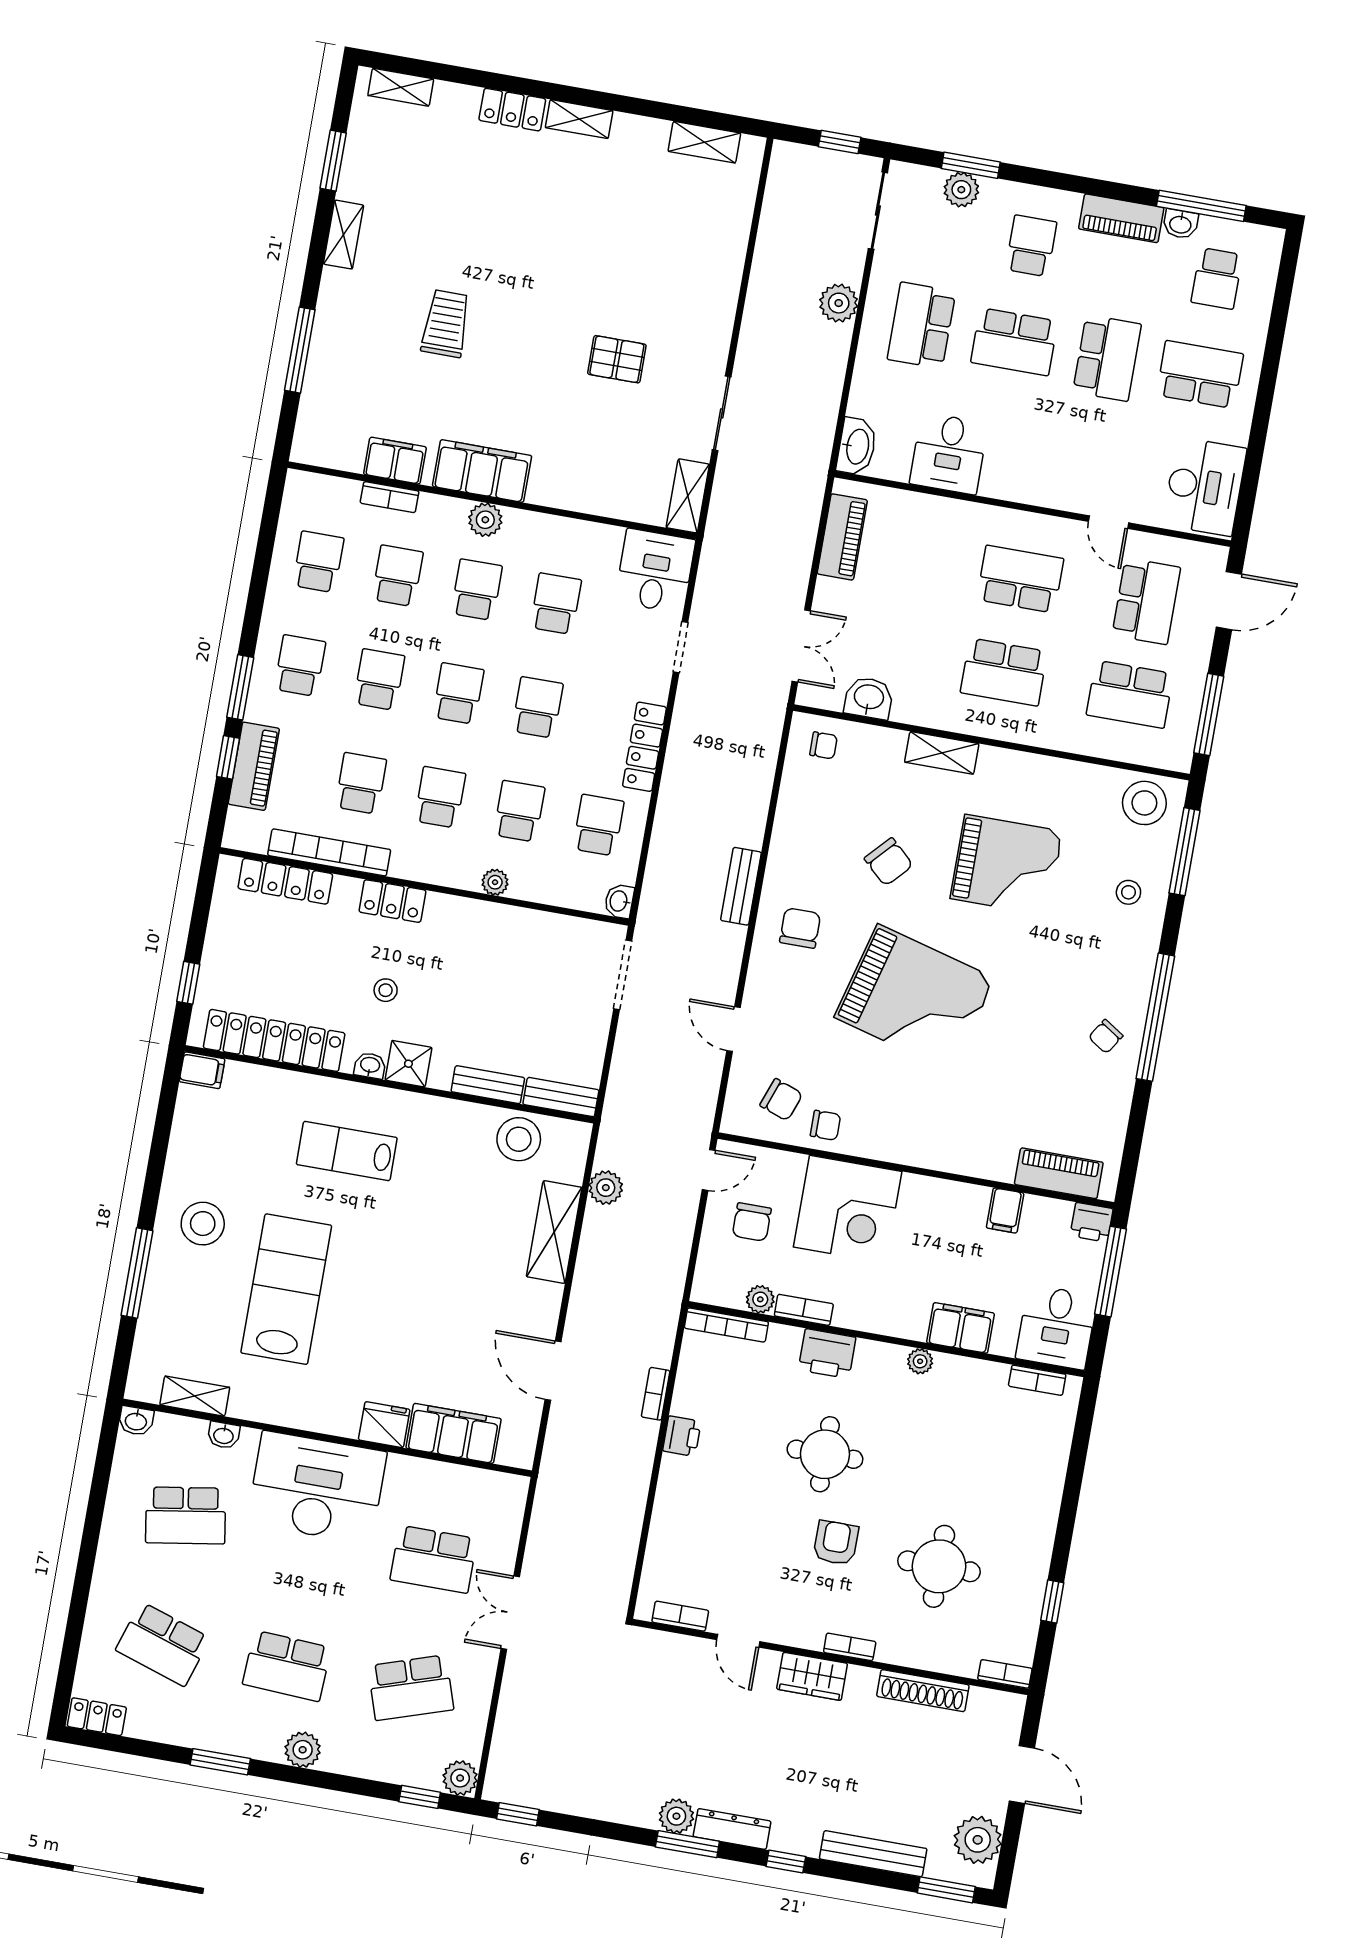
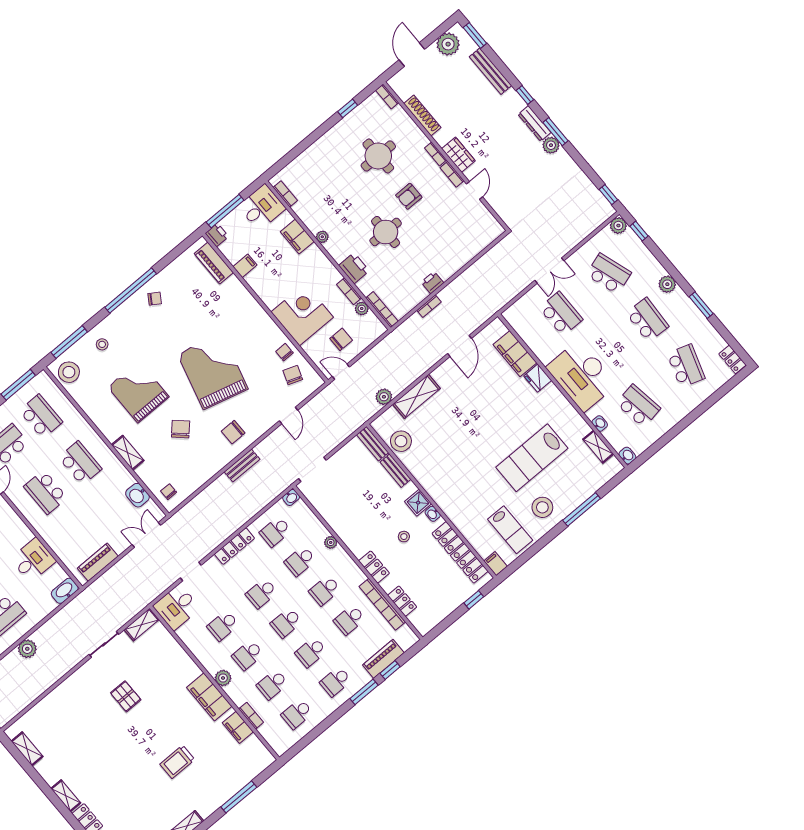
locker: (285, 881) -> (402, 601), width x0.66
lab bench: (347, 1151) -> (510, 530), moved
bookcase: (680, 1616) -> (452, 174), moved

